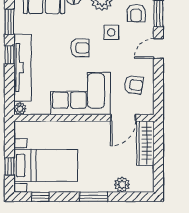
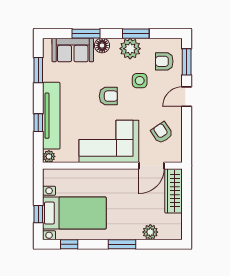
armchair: (136, 13) -> (164, 61), turned 90
window: (9, 55) -> (38, 123), moved
armchair: (134, 85) -> (162, 133), turned -133

